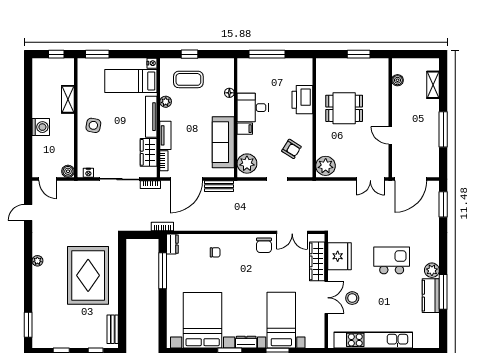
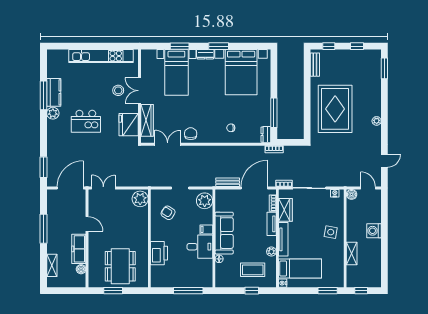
freezer: (400, 105) -> (79, 249), added
dining table: (344, 108) -> (120, 266), moved, width x1.38
sofa: (223, 142) -> (224, 233), moved

